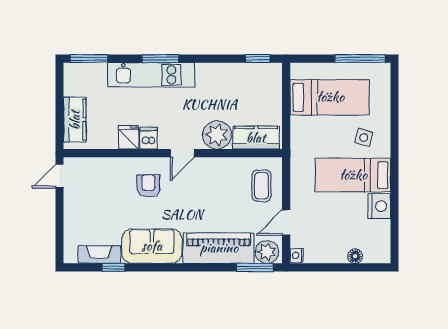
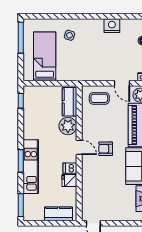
bed: (353, 175) -> (93, 42), removed
armchair: (148, 186) -> (106, 149), moved

